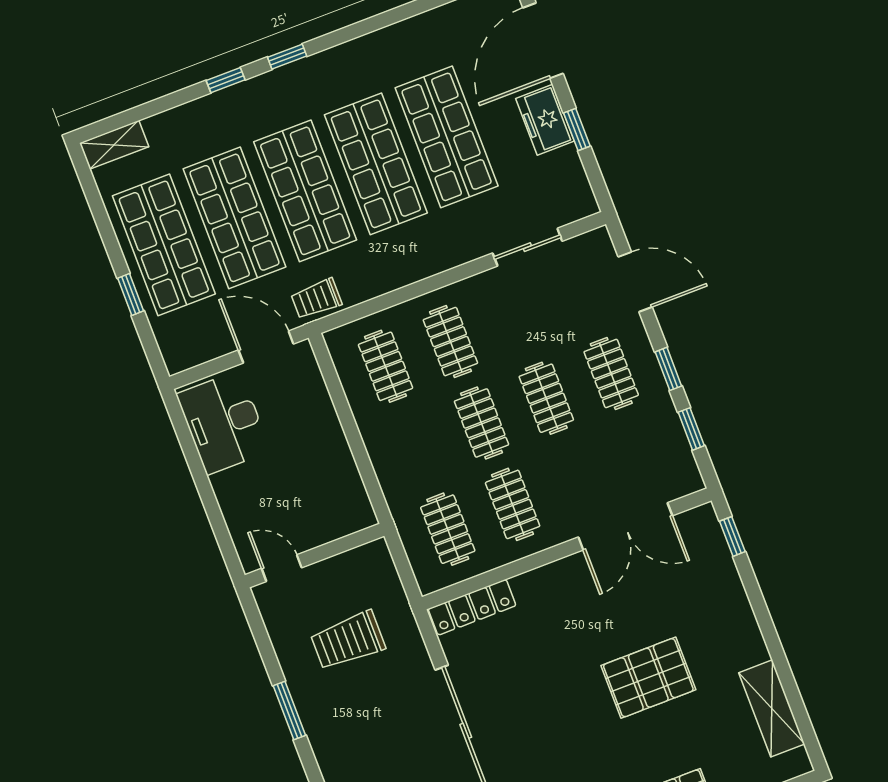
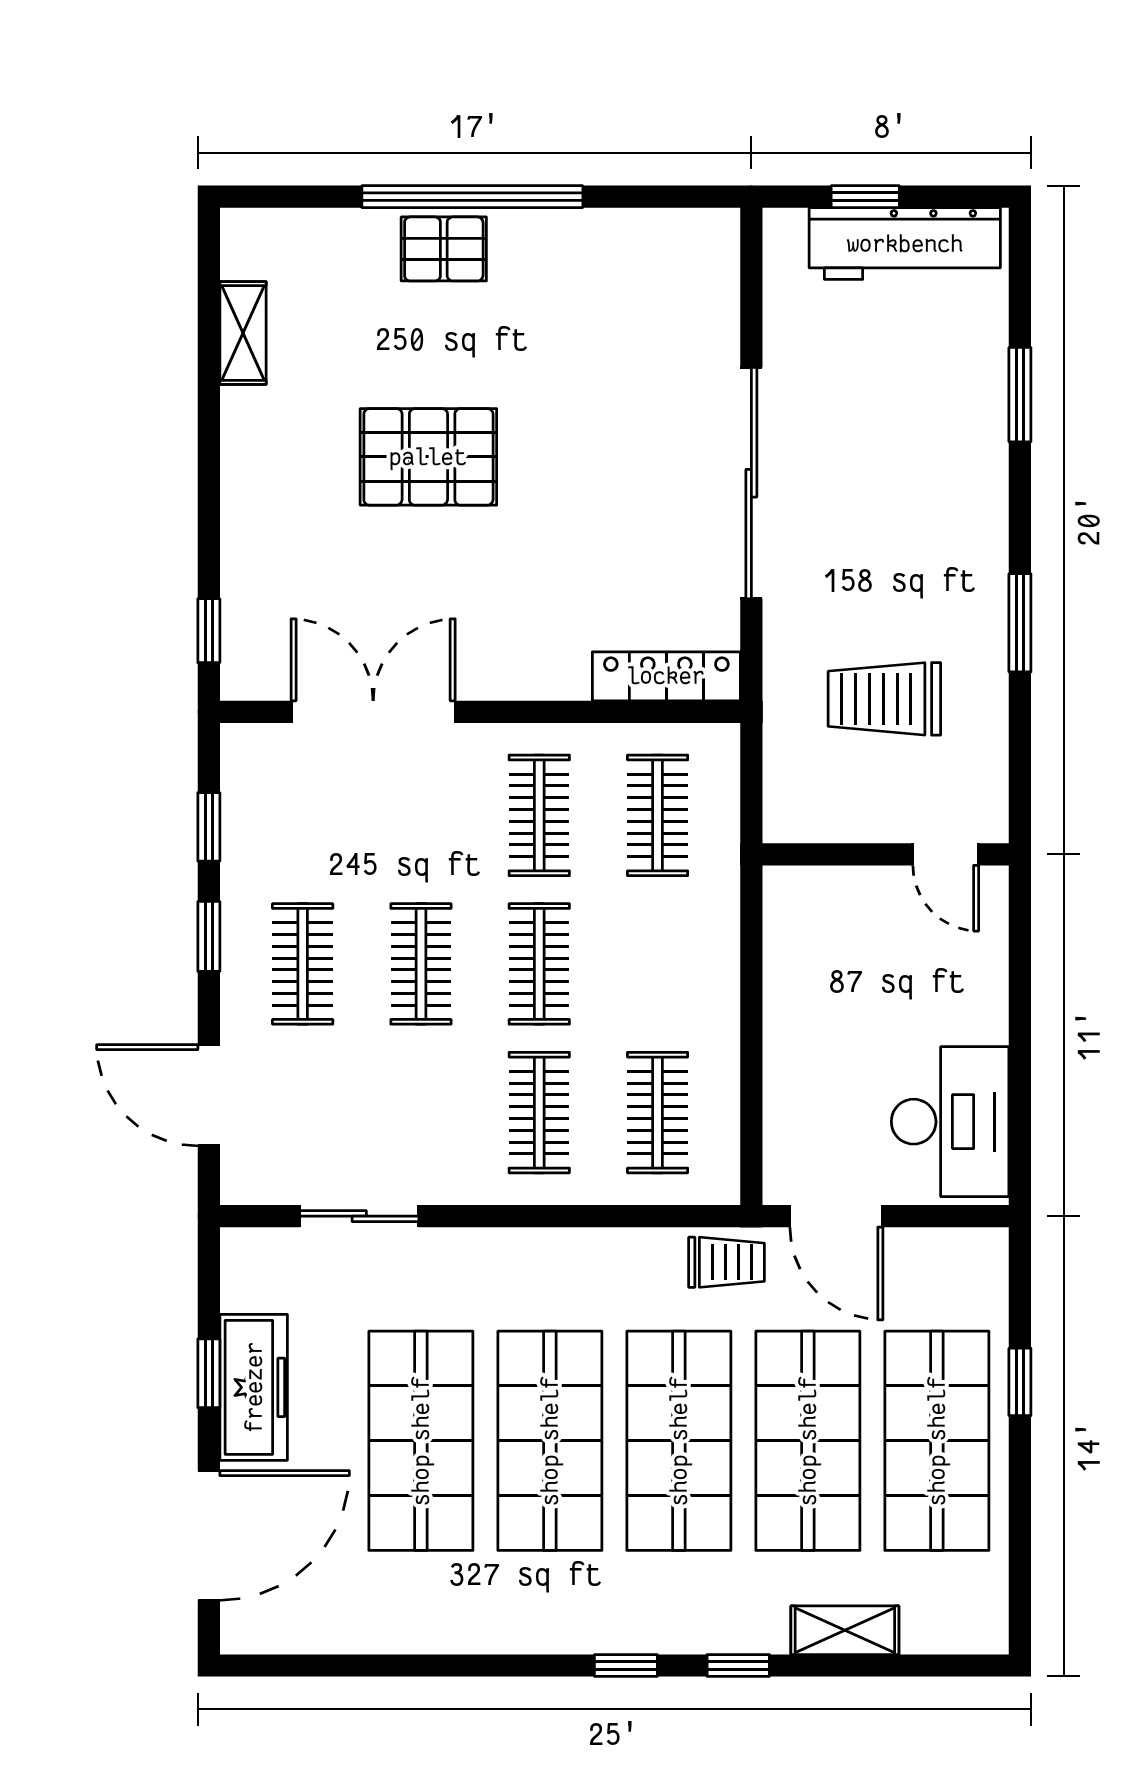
freezer: (545, 120) -> (254, 1387), width x1.40
shelving: (114, 145) -> (845, 1630), moved
trolley: (348, 640) -> (884, 699), turned 180
shelving: (772, 708) -> (243, 333), width x0.67, depth x0.75

